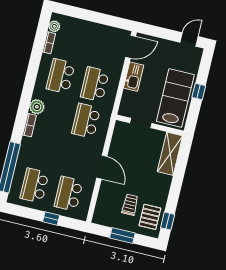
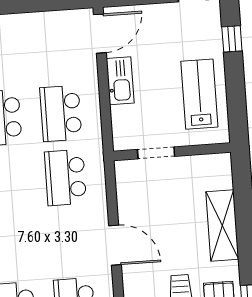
window: (199, 92) -> (232, 39), moved
lab bench: (175, 98) -> (199, 94), width x0.73, depth x0.72
shelving: (170, 154) -> (222, 226), moved

